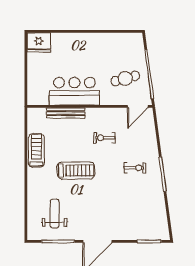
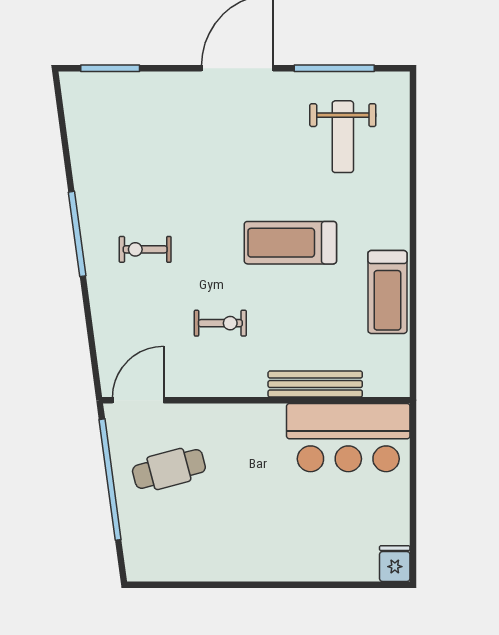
fridge: (39, 42) -> (395, 564), width x0.53, depth x0.75
bar counter: (74, 91) -> (348, 438), moved

